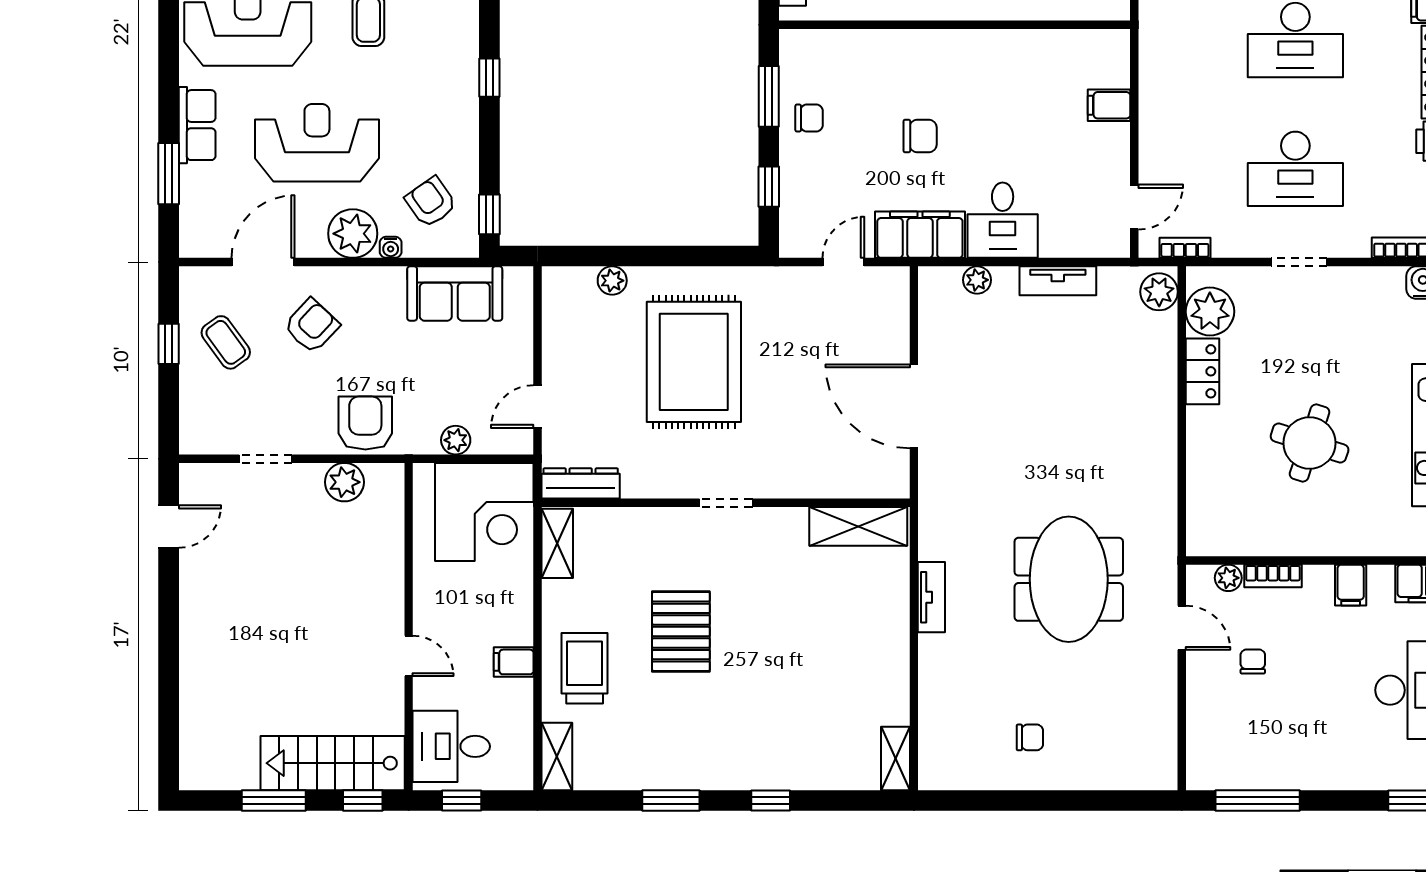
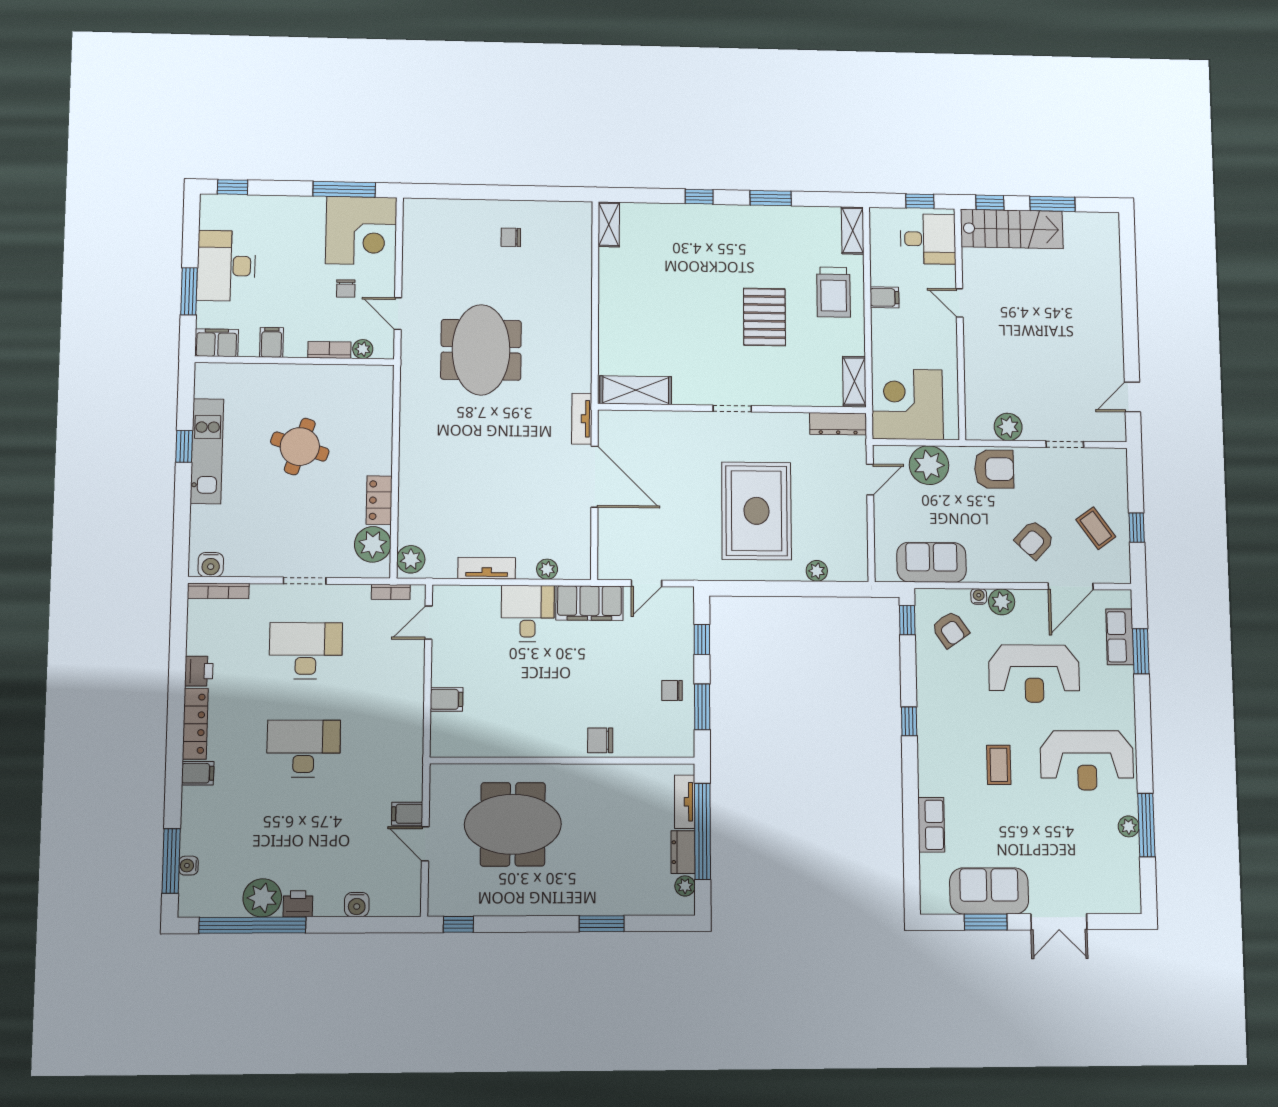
row of seats: (197, 125) -> (1120, 637), moved
chair: (920, 136) -> (600, 740), moved
plant: (353, 234) -> (1002, 602), width x0.73, depth x0.73
armchair: (365, 423) -> (994, 469), turned -90
plant: (456, 440) -> (929, 465), width x1.87, depth x1.87
tv unit: (931, 597) -> (582, 419), moved
corner desk: (1233, 743) -> (361, 231), added

